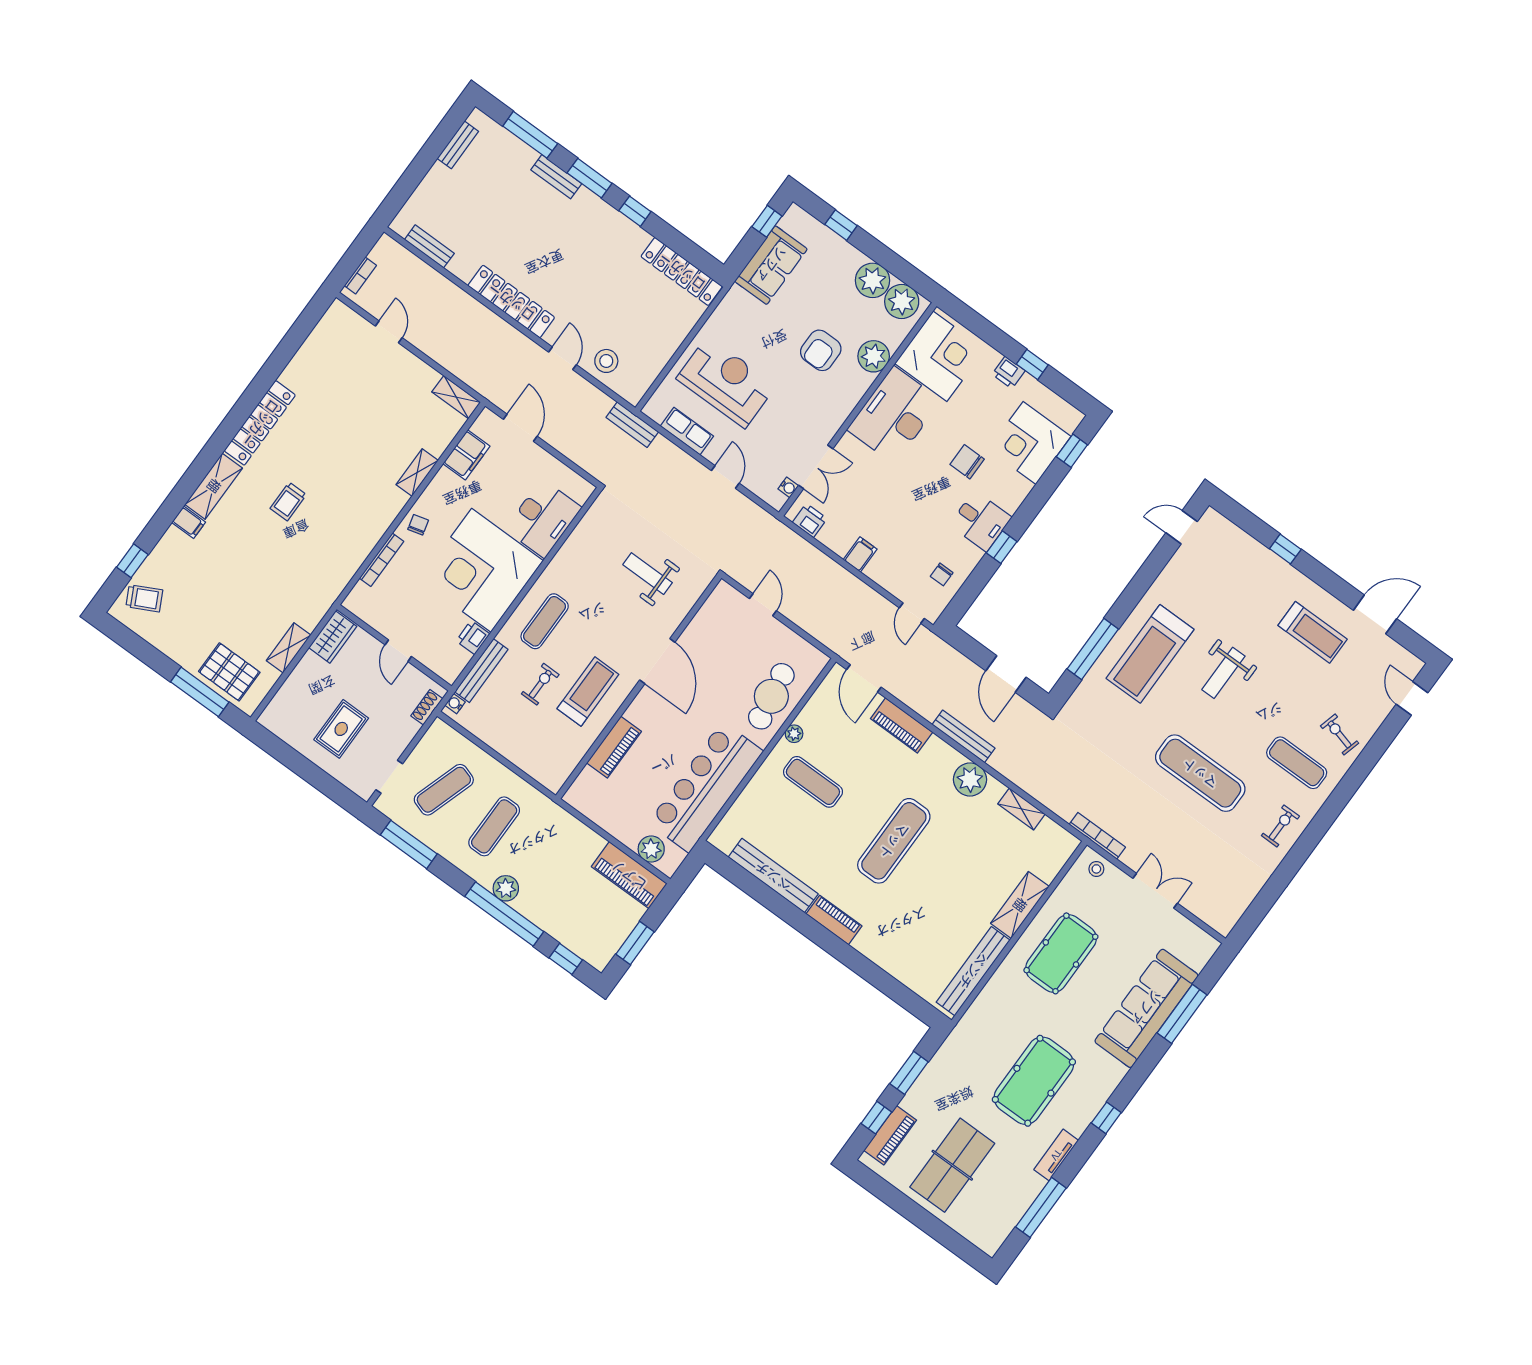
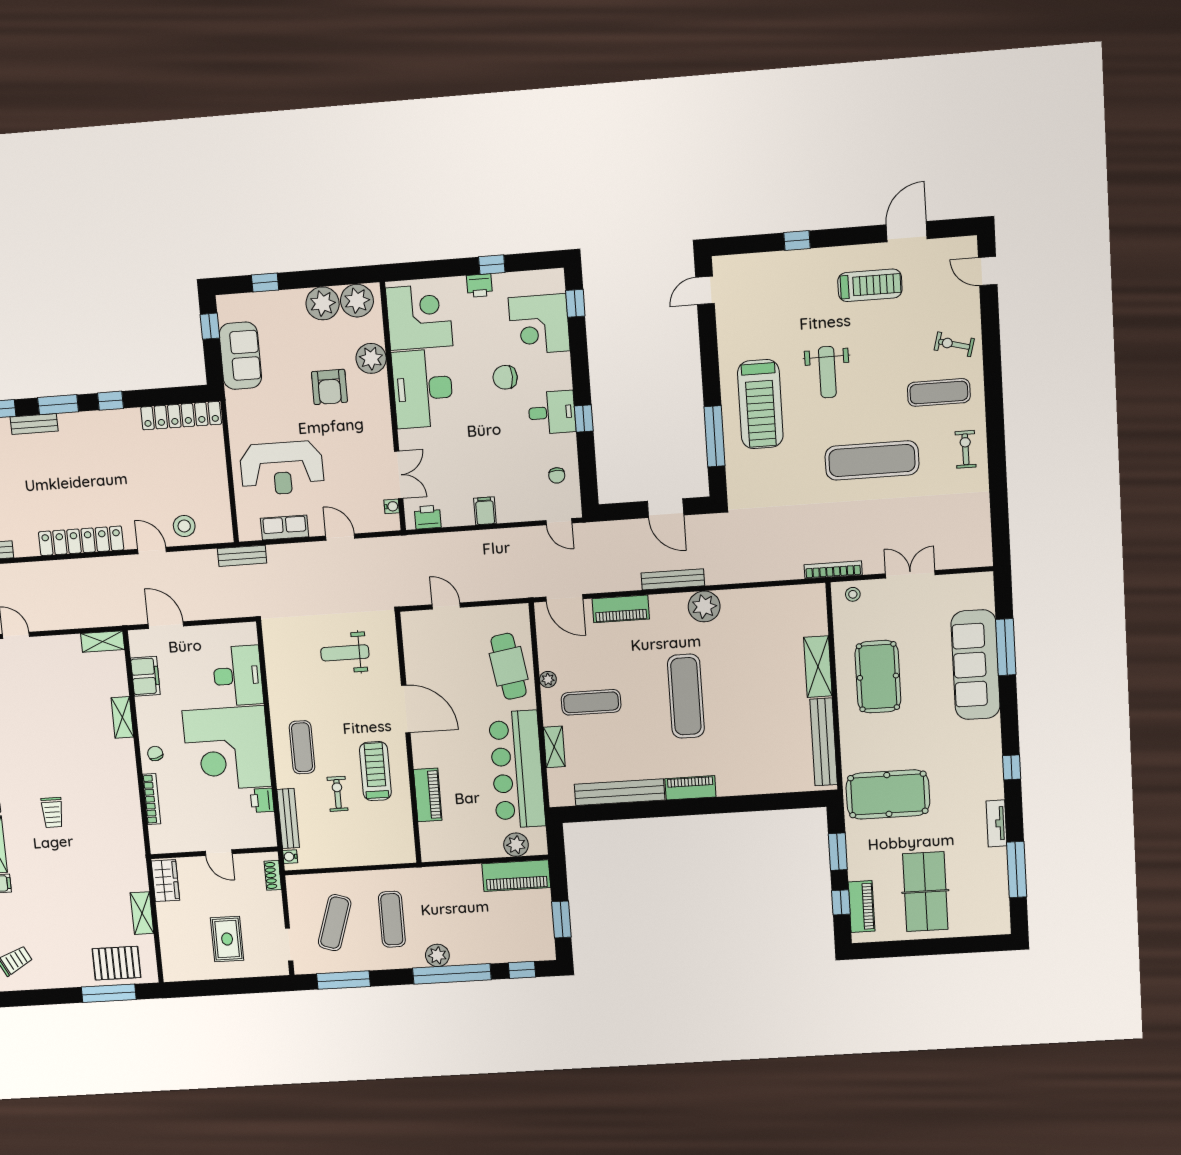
reception desk: (726, 382) -> (282, 468), turned 180
shelving: (1021, 809) -> (554, 747), moved, turned 90
pool table: (1034, 1081) -> (888, 794), moved, turned 90

